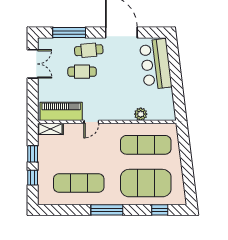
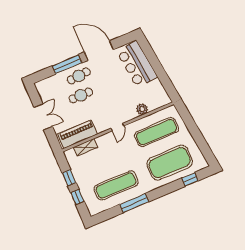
window: (69, 33) -> (67, 64), moved
double door: (33, 64) -> (43, 117), moved
door: (91, 122) -> (117, 127), moved
shelving: (50, 129) -> (86, 147), moved
window: (107, 210) -> (134, 203), moved

